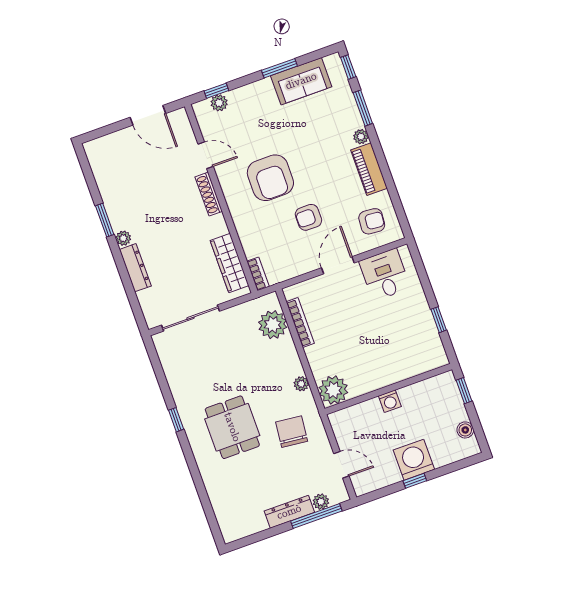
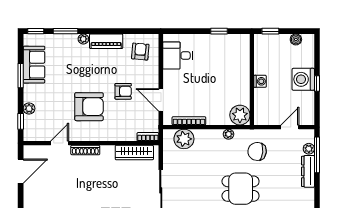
plant: (219, 103) -> (29, 108), moved
armchair: (308, 217) -> (123, 91), turned -90
door: (338, 265) -> (161, 100), moved

